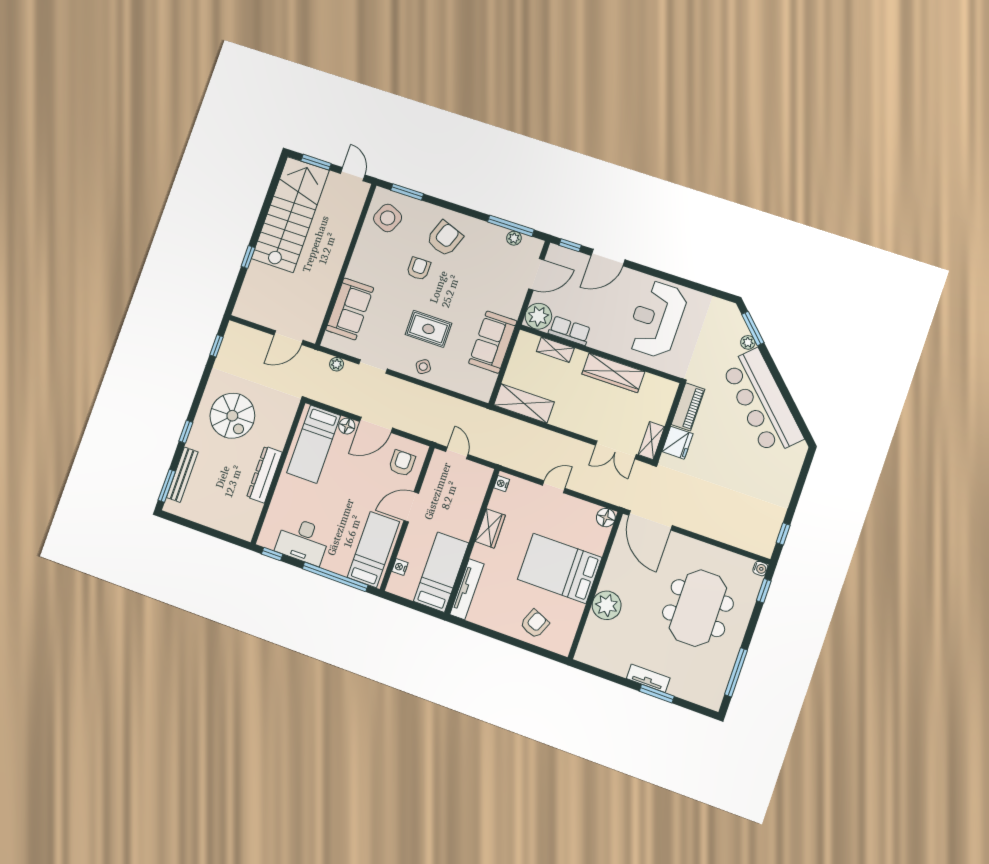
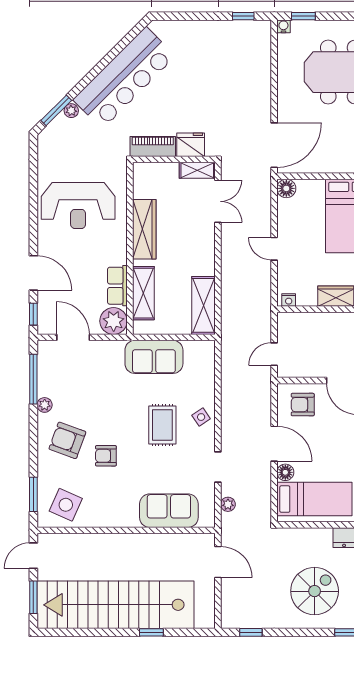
stairs: (290, 214) -> (115, 605), width x1.36
plant: (514, 238) -> (45, 405), moved
shelving: (555, 350) -> (143, 293), width x1.50, depth x1.33

